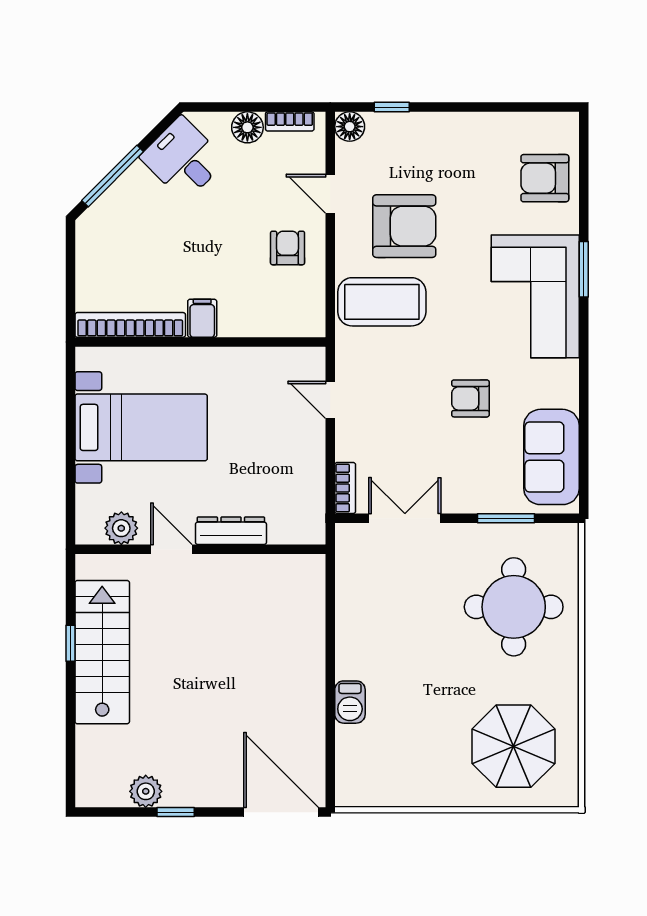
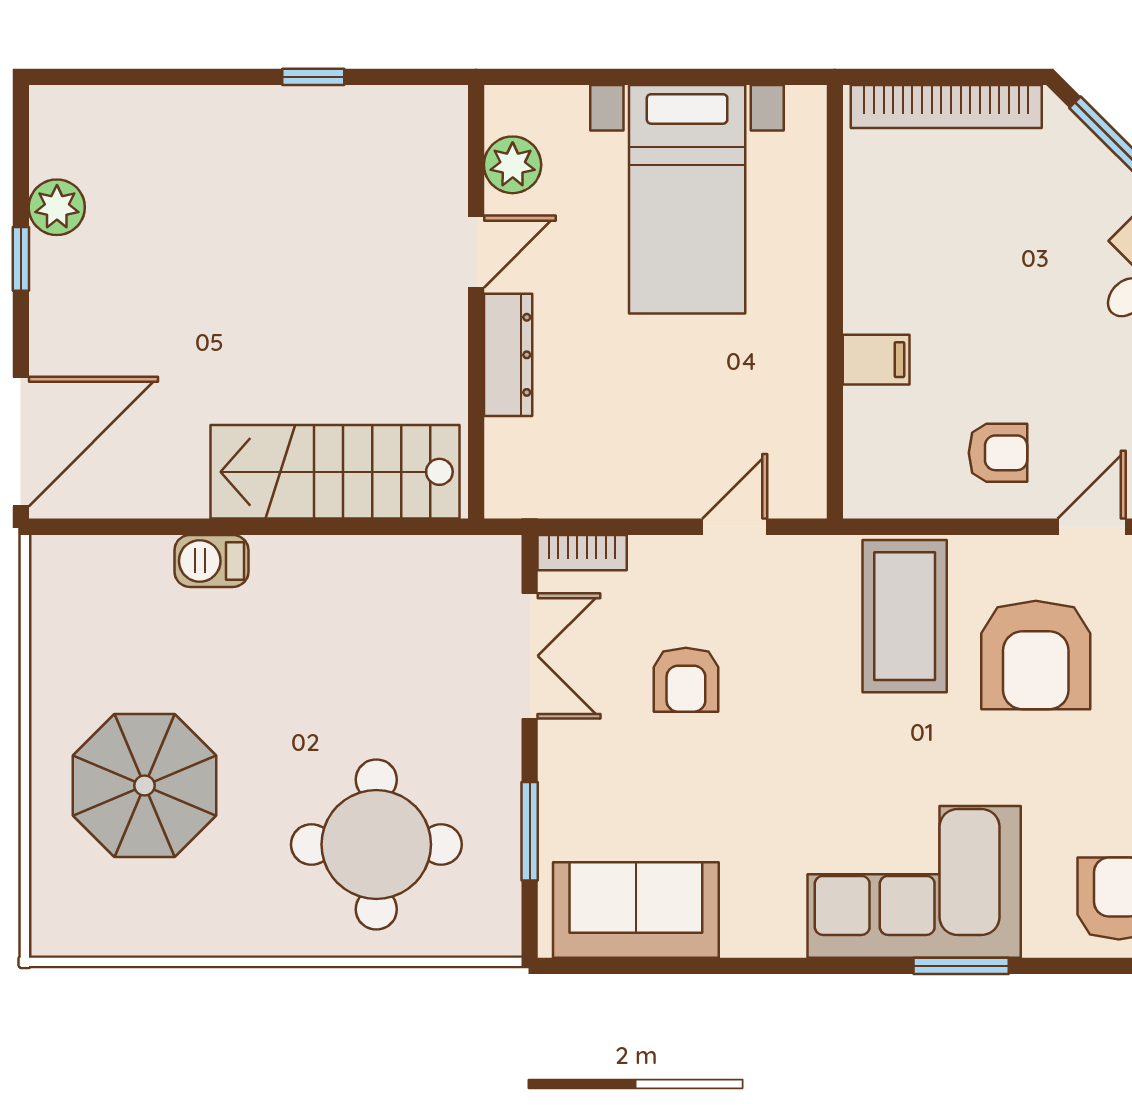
filing cabinet: (202, 318) -> (876, 360), moved
bookcase: (130, 325) -> (946, 107), moved, turned 90
armchair: (470, 398) -> (686, 680), moved, turned 180
stairs: (102, 652) -> (335, 472), moved, turned 180
parasol: (514, 746) -> (145, 786), moved

